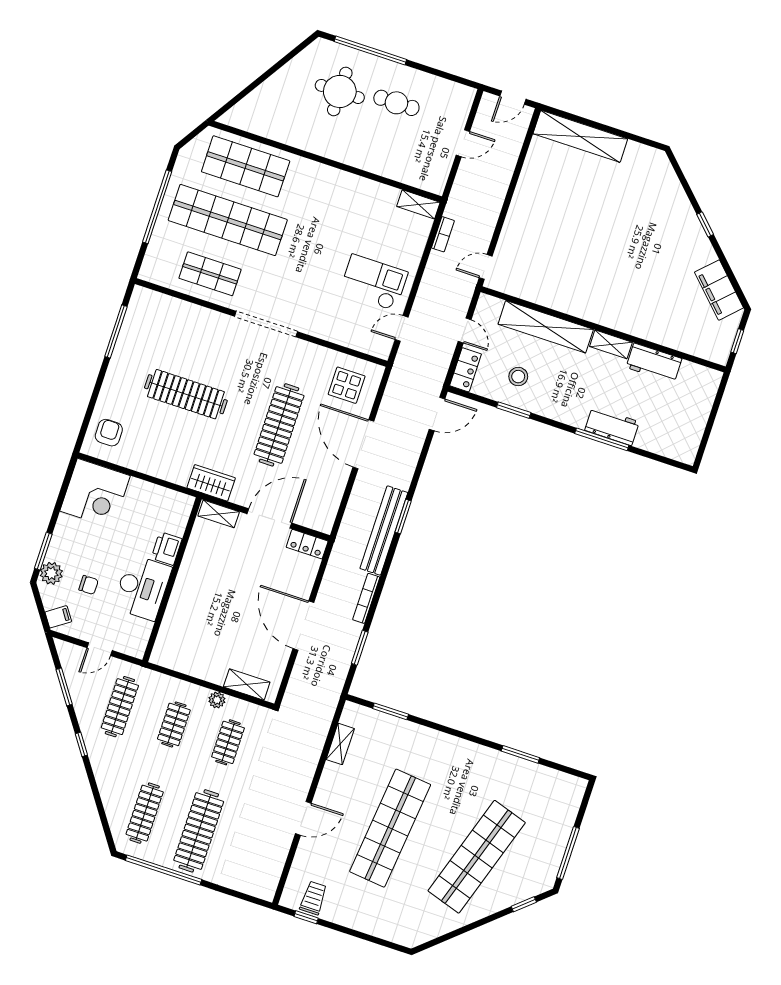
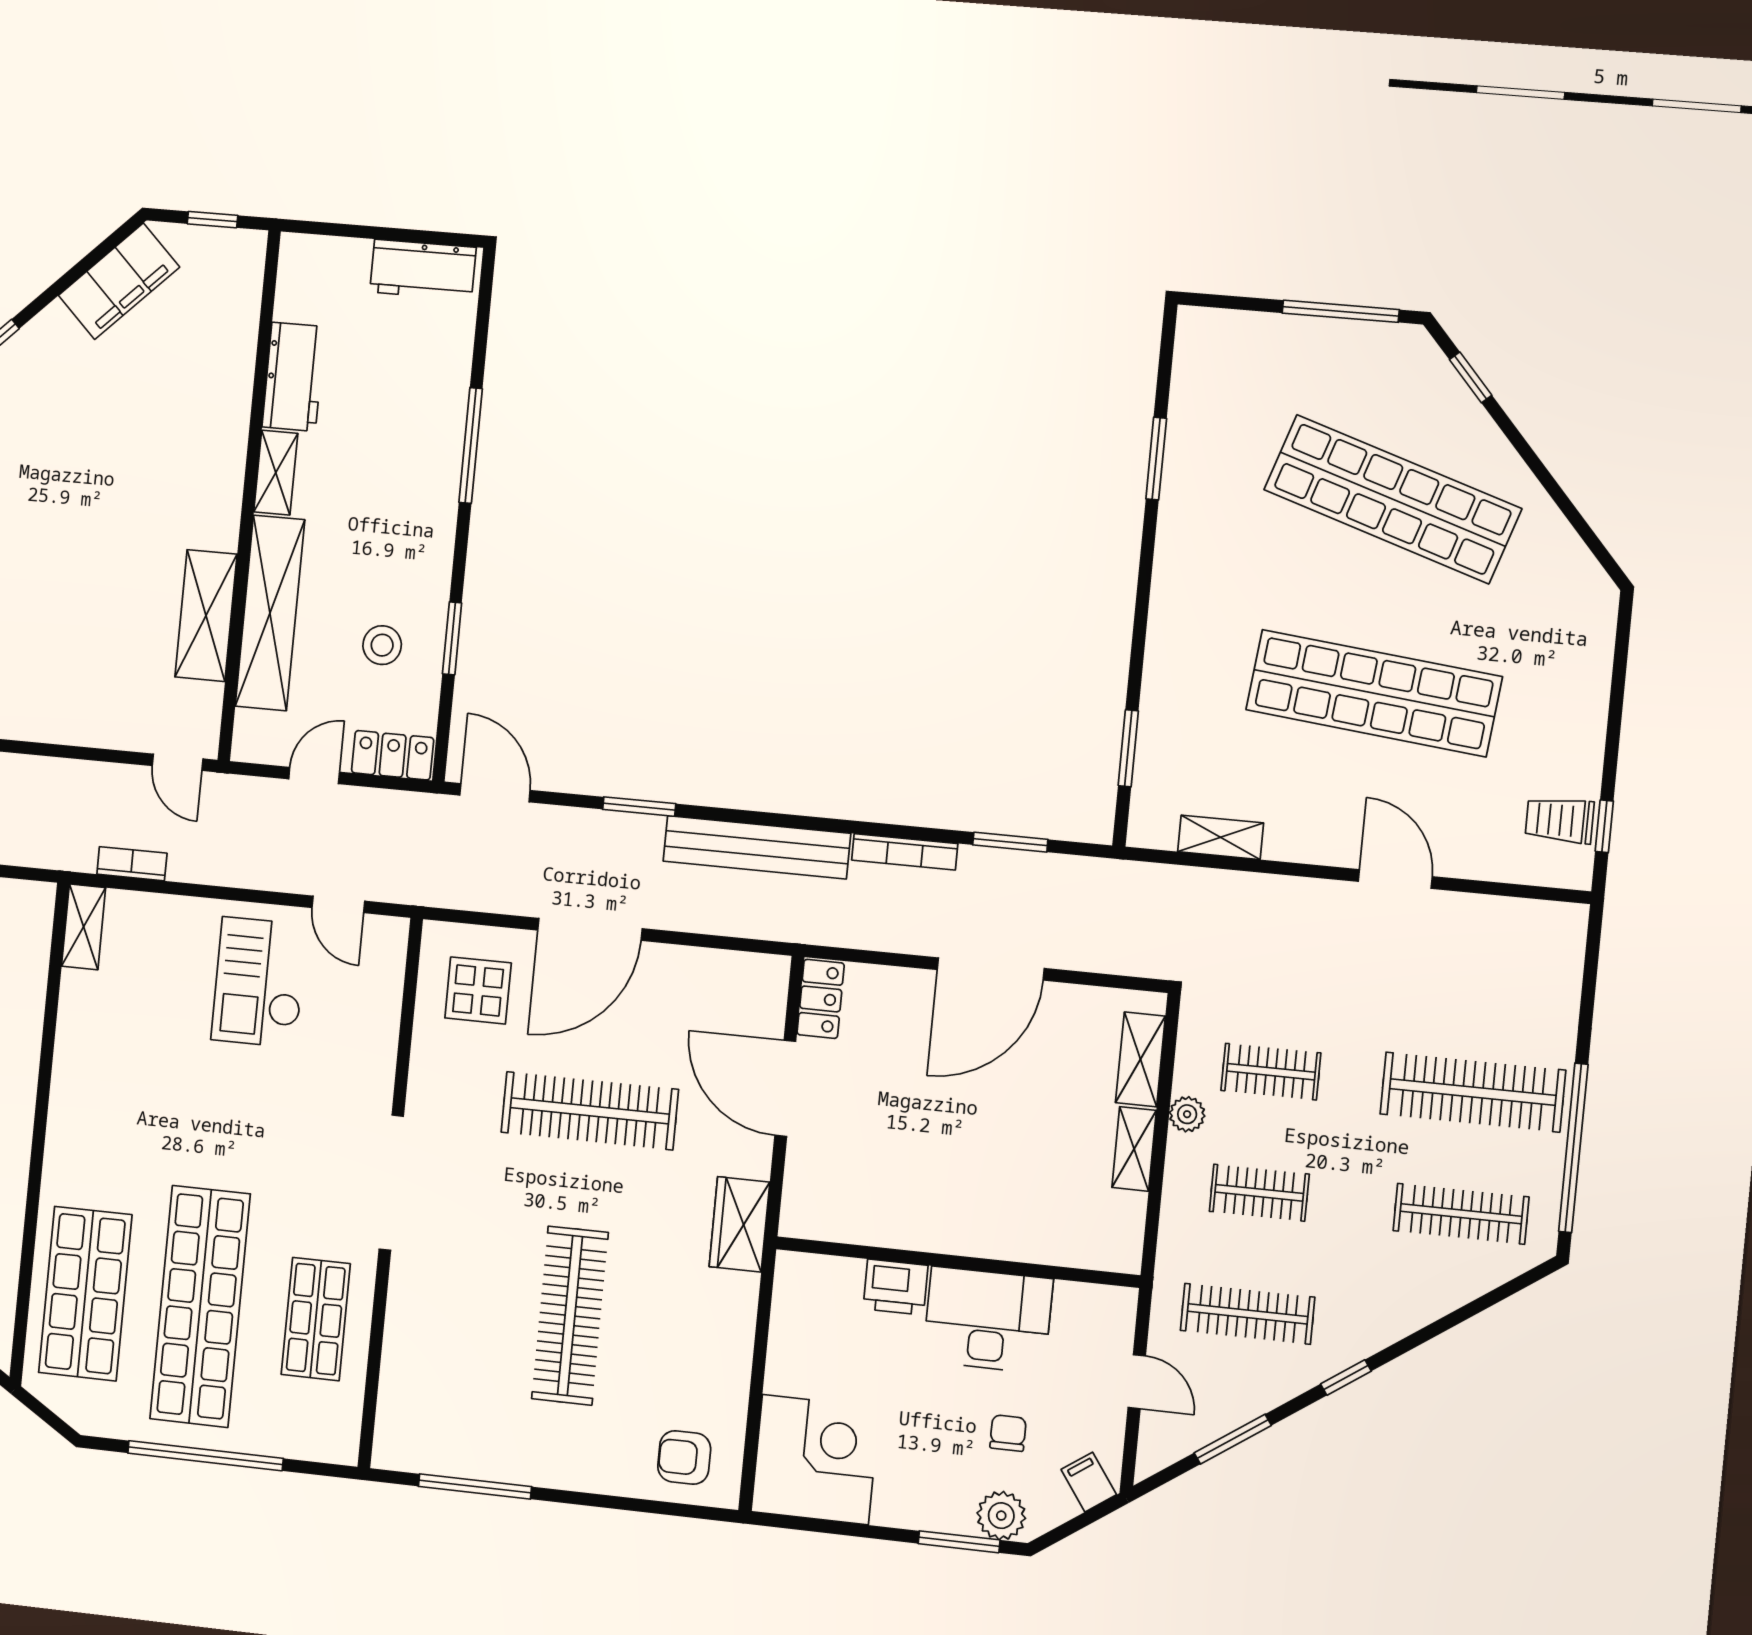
shelving: (552, 296) -> (206, 616), added
workbench: (612, 426) -> (423, 270), moved, turned -90
shelving: (219, 514) -> (1134, 1149), moved
window: (403, 517) -> (639, 807), moved

